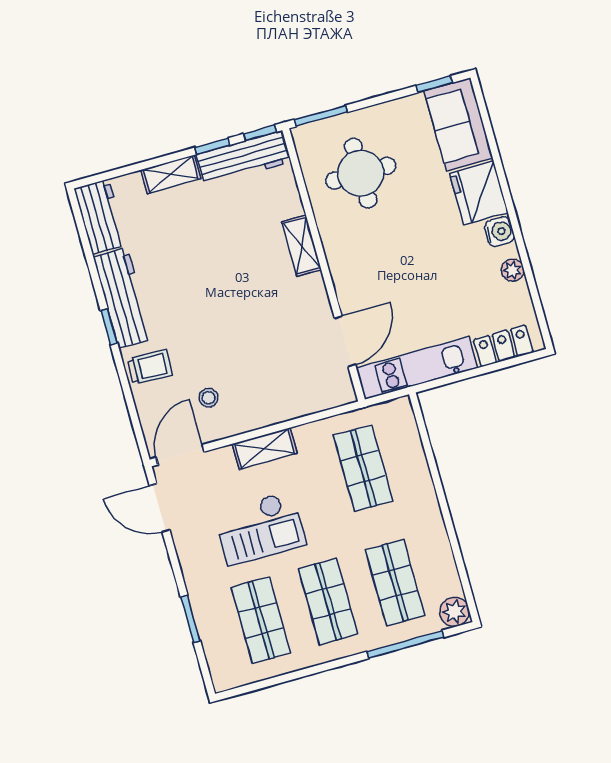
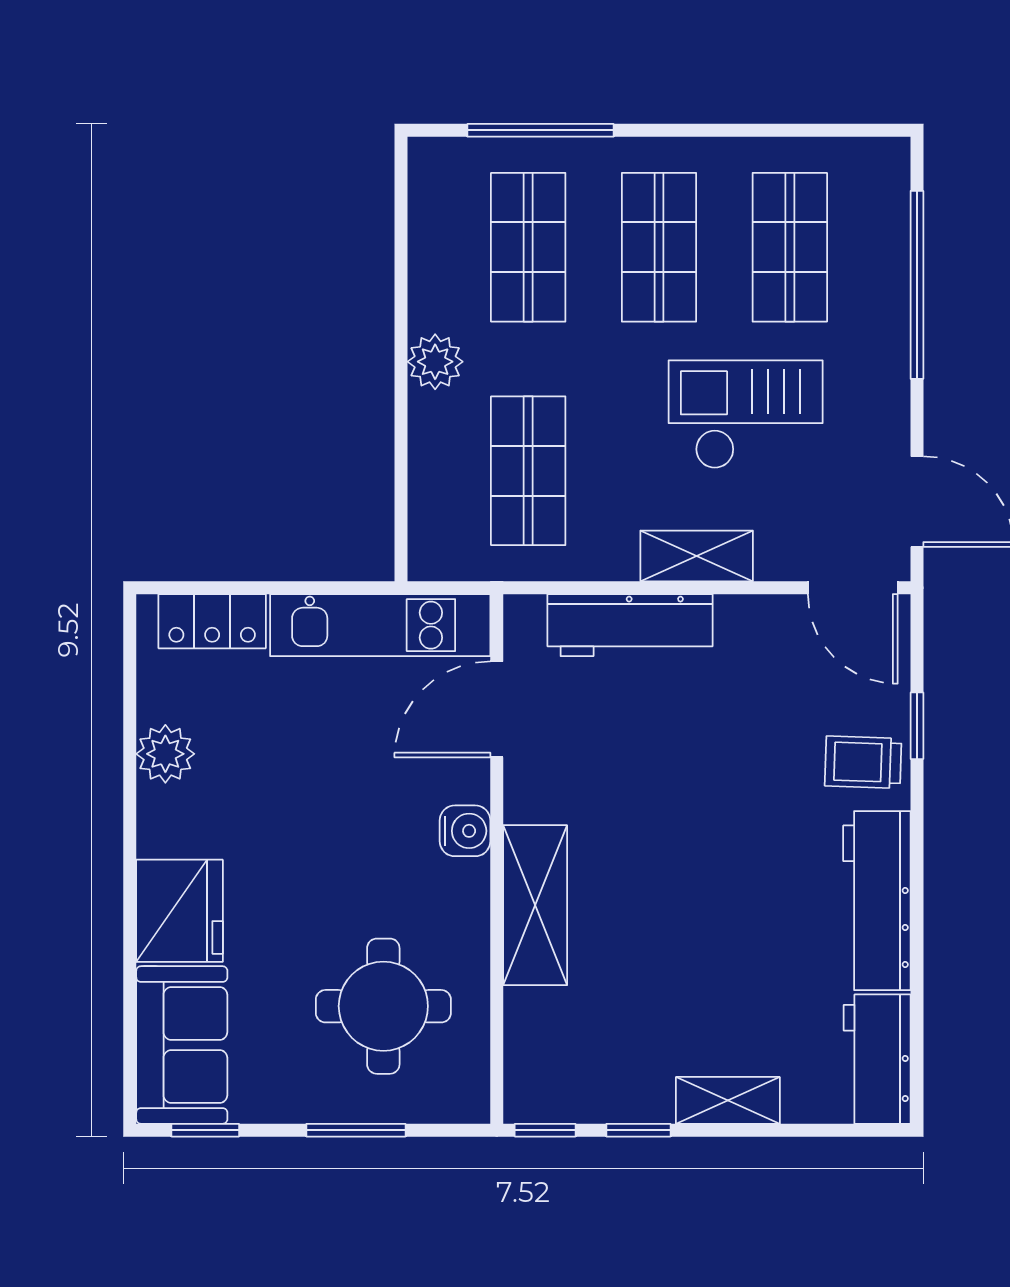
window: (321, 116) -> (356, 1130), moved
workbench: (243, 158) -> (630, 625), moved, turned 180
water cooler: (499, 232) -> (465, 831), moved, turned 180
shelving: (301, 245) -> (535, 905), width x1.50, depth x1.33
plant: (513, 270) -> (165, 754), width x1.38, depth x1.38
window: (109, 327) -> (917, 726), moved
stool: (209, 398) -> (772, 677), removed
door: (180, 455) -> (853, 588), hinge flipped
plant: (455, 612) -> (435, 362), moved
window: (191, 619) -> (917, 285), width x2.11

